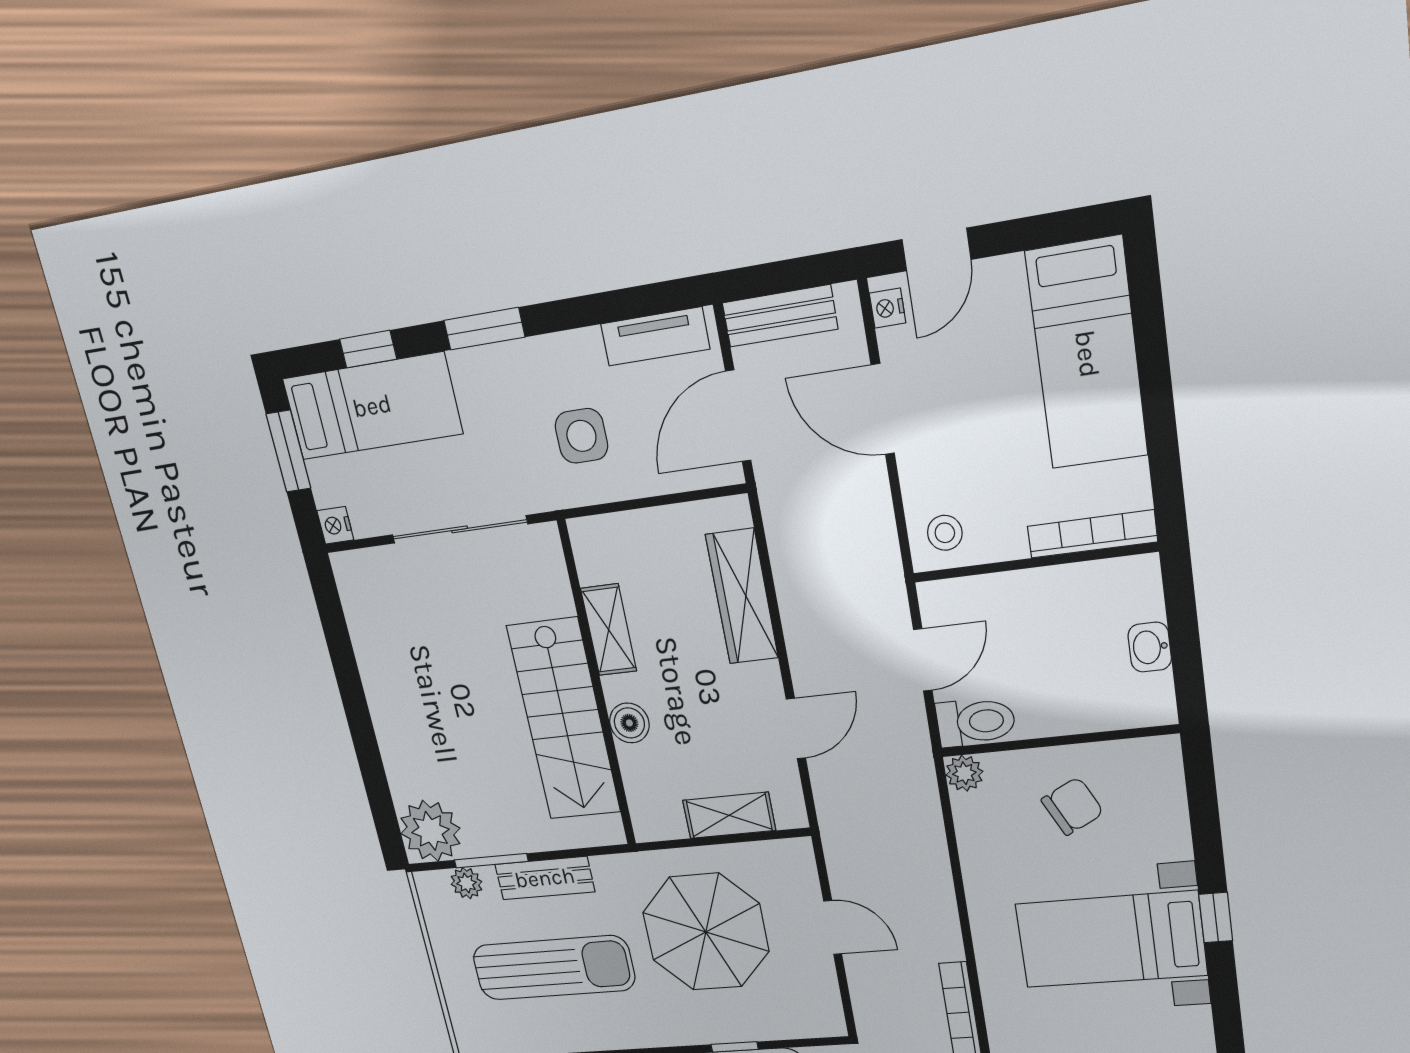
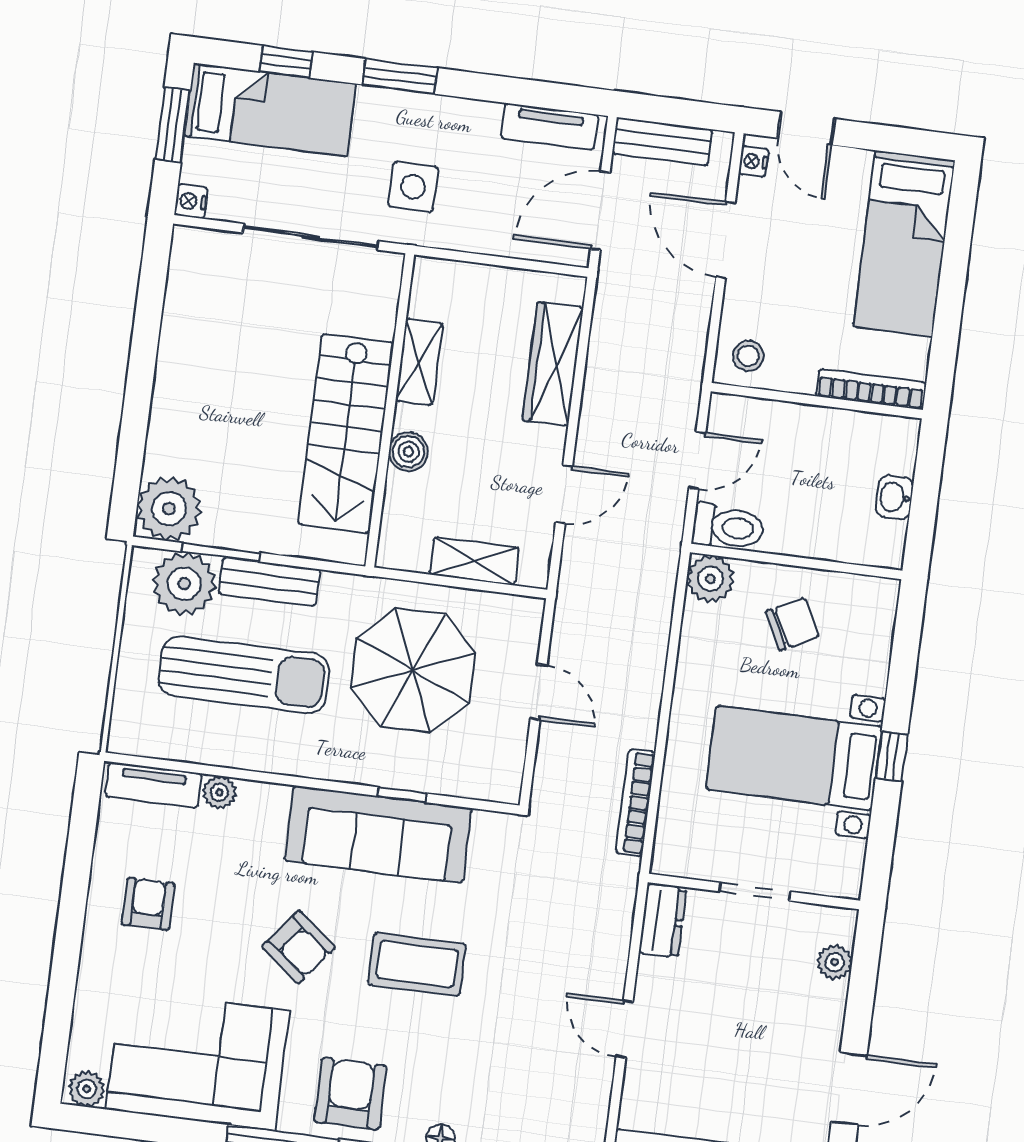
door: (936, 250) -> (806, 128), hinge flipped
side table: (581, 436) -> (413, 187), moved
plant: (964, 773) -> (710, 579), width x1.38, depth x1.38
plant: (467, 883) -> (184, 584), width x1.88, depth x1.88

